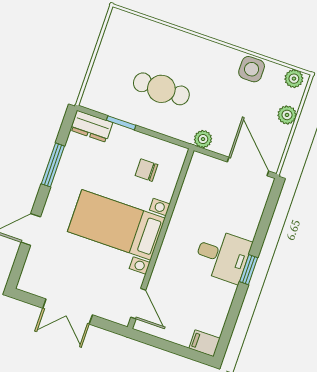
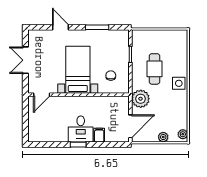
side table: (252, 69) -> (179, 83), moved
dresser: (92, 126) -> (123, 40), removed
plant: (203, 139) -> (141, 99), width x1.88, depth x1.88
filing cabinet: (204, 343) -> (99, 135), moved

